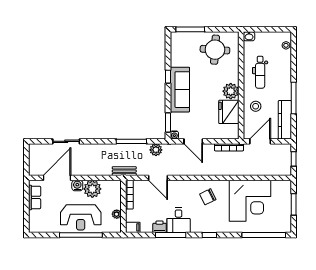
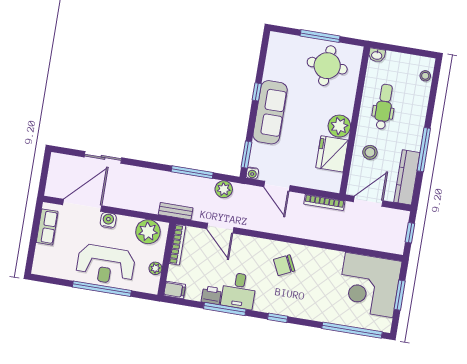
window: (190, 29) -> (320, 36), moved
dental chair: (260, 72) -> (384, 107), turned 180
plant: (92, 189) -> (148, 232), moved
corner desk: (250, 201) -> (369, 285), moved, turned 90

